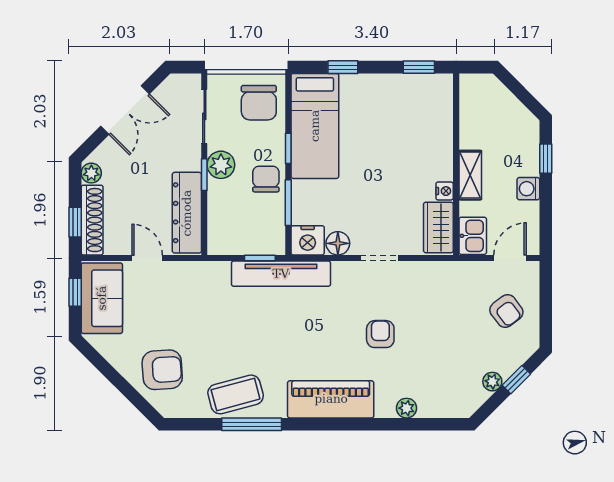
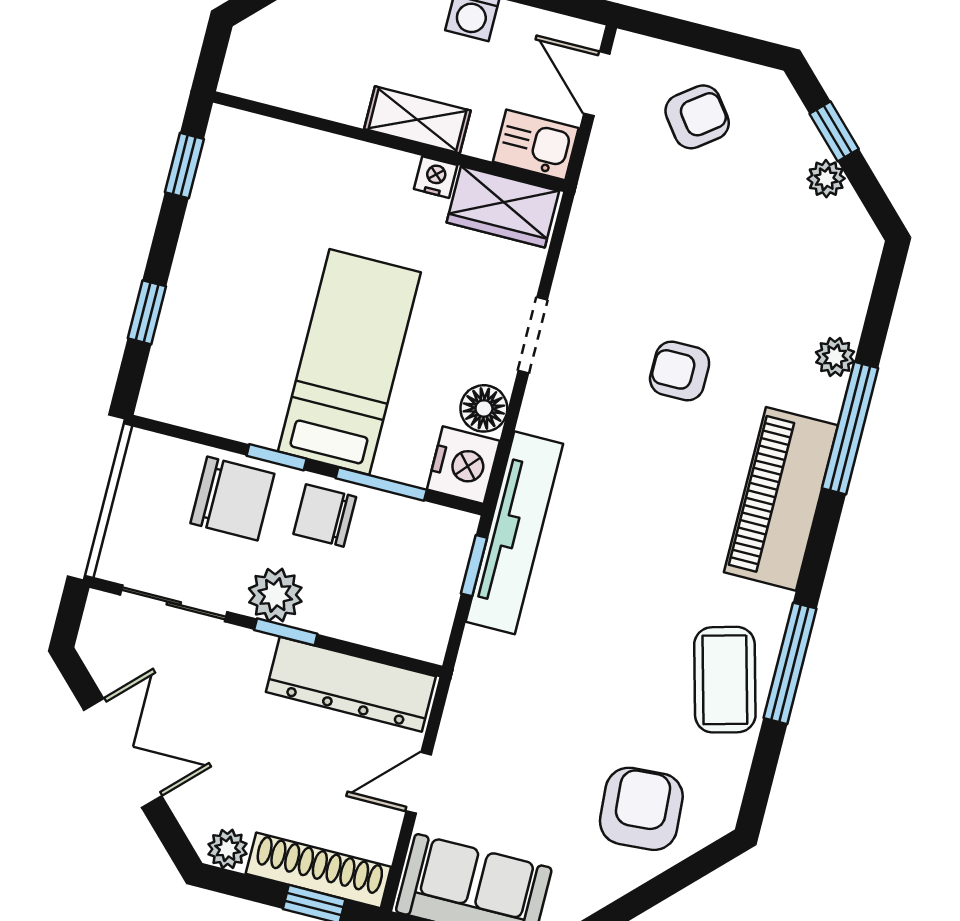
chair: (259, 103) -> (232, 498), moved
bed: (315, 126) -> (349, 362), moved, turned -90
window: (374, 424) -> (850, 428), added

